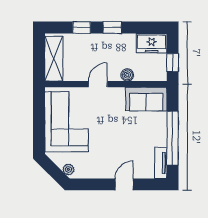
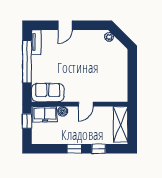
freezer: (152, 43) -> (45, 114), moved, turned 180
corner sofa: (66, 122) -> (111, 75), removed

